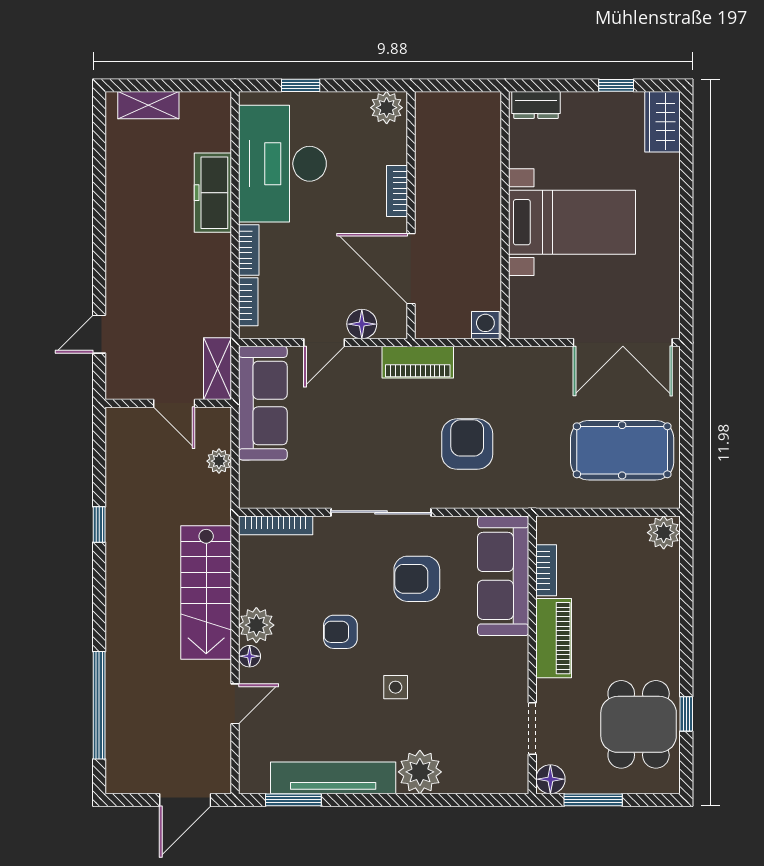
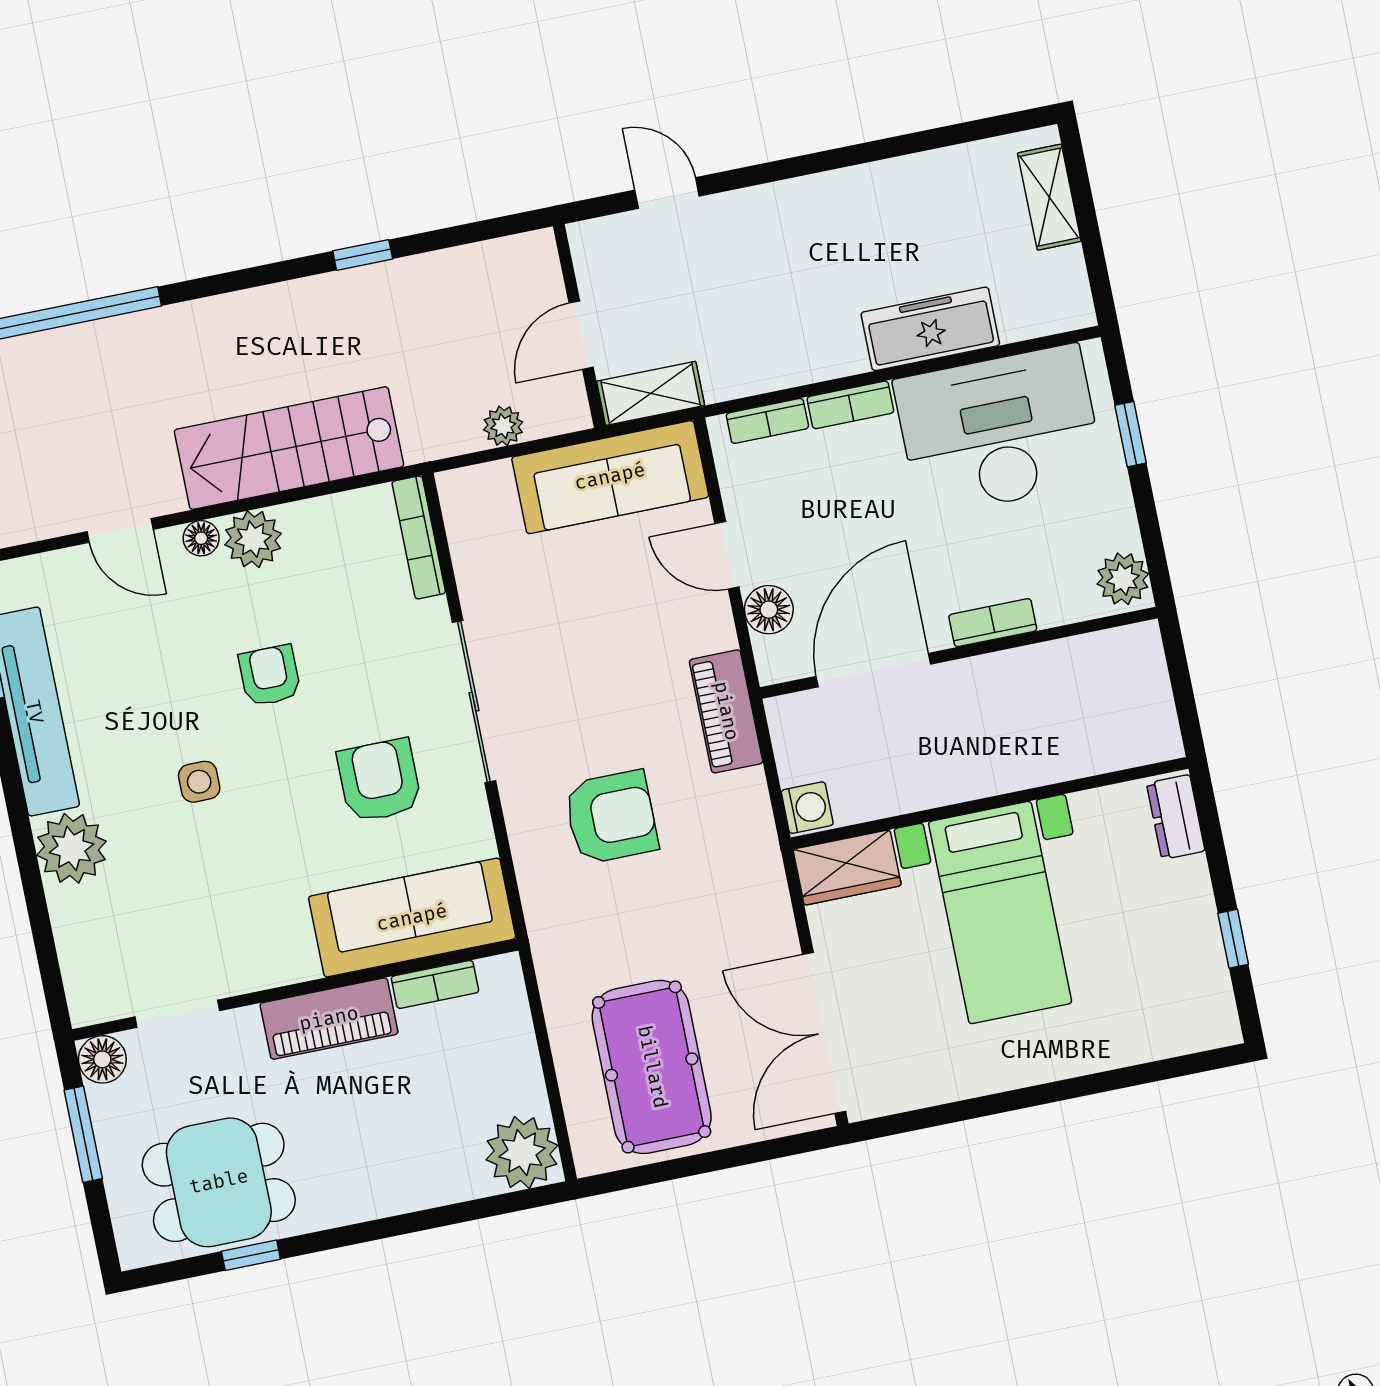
wardrobe: (663, 122) -> (847, 867), moved, turned 180
plant: (664, 533) -> (522, 1153), width x1.36, depth x1.36

